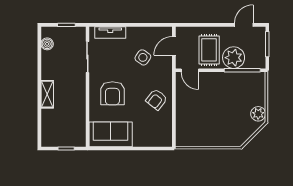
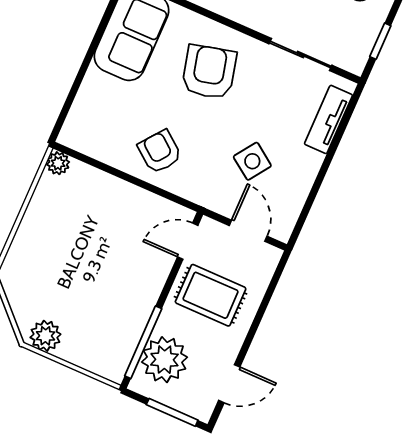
door: (244, 25) -> (229, 384), hinge flipped
plant: (234, 58) -> (164, 360), moved
armchair: (112, 93) -> (209, 72), turned 76
plant: (181, 141) -> (58, 163), added

